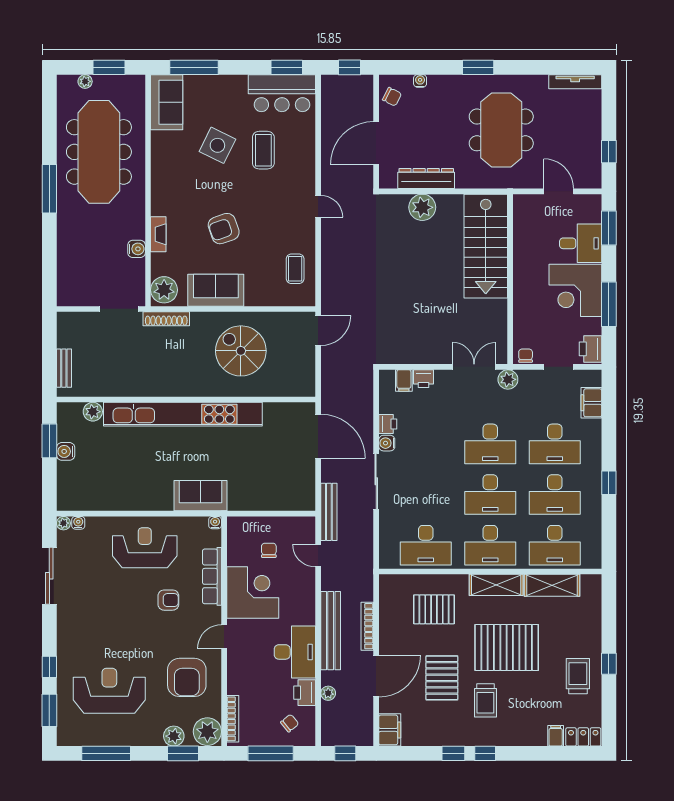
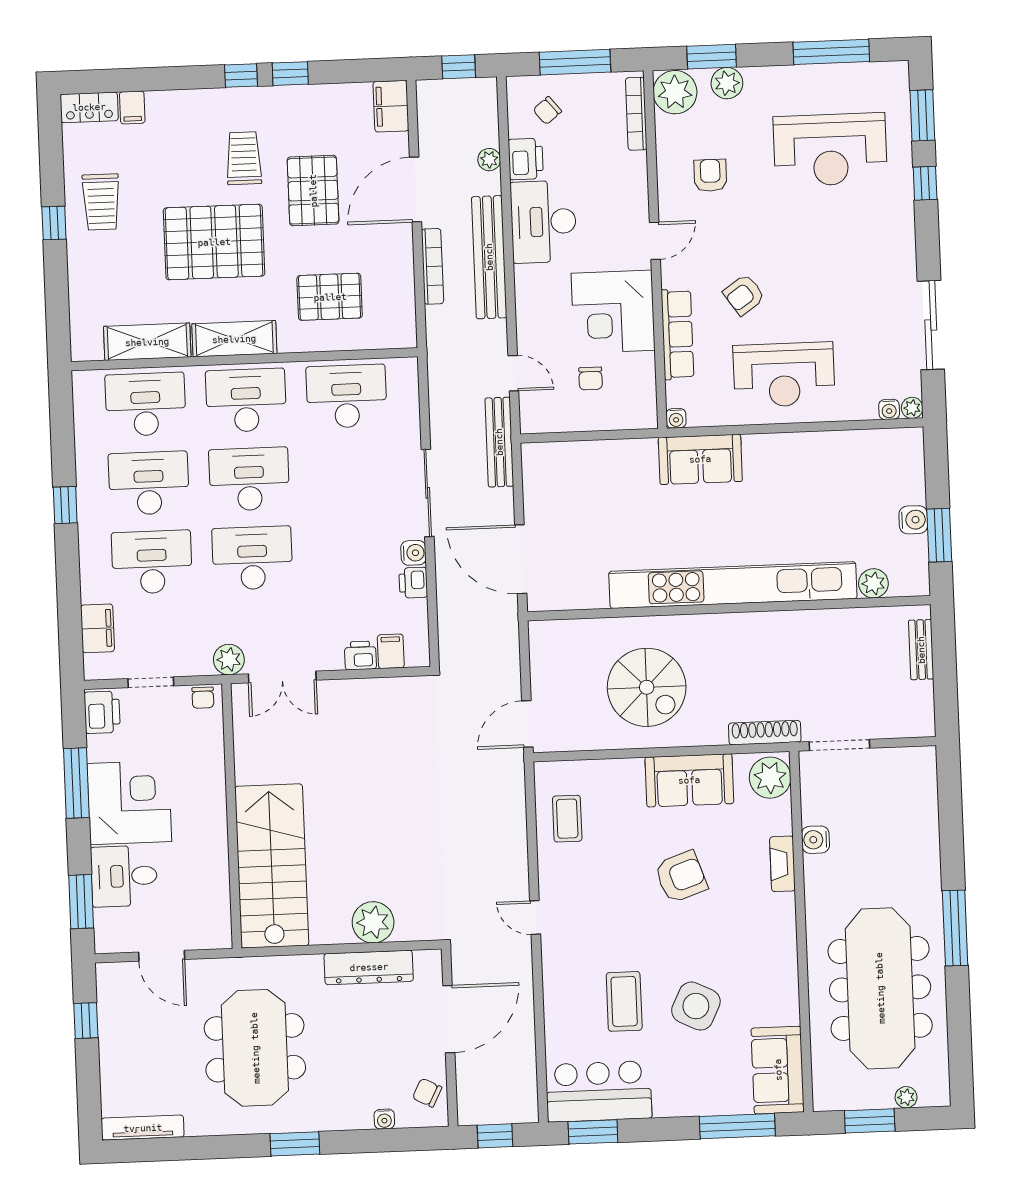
armchair: (168, 600) -> (744, 295), turned -35
armchair: (187, 677) -> (710, 175), width x0.53, depth x0.53

